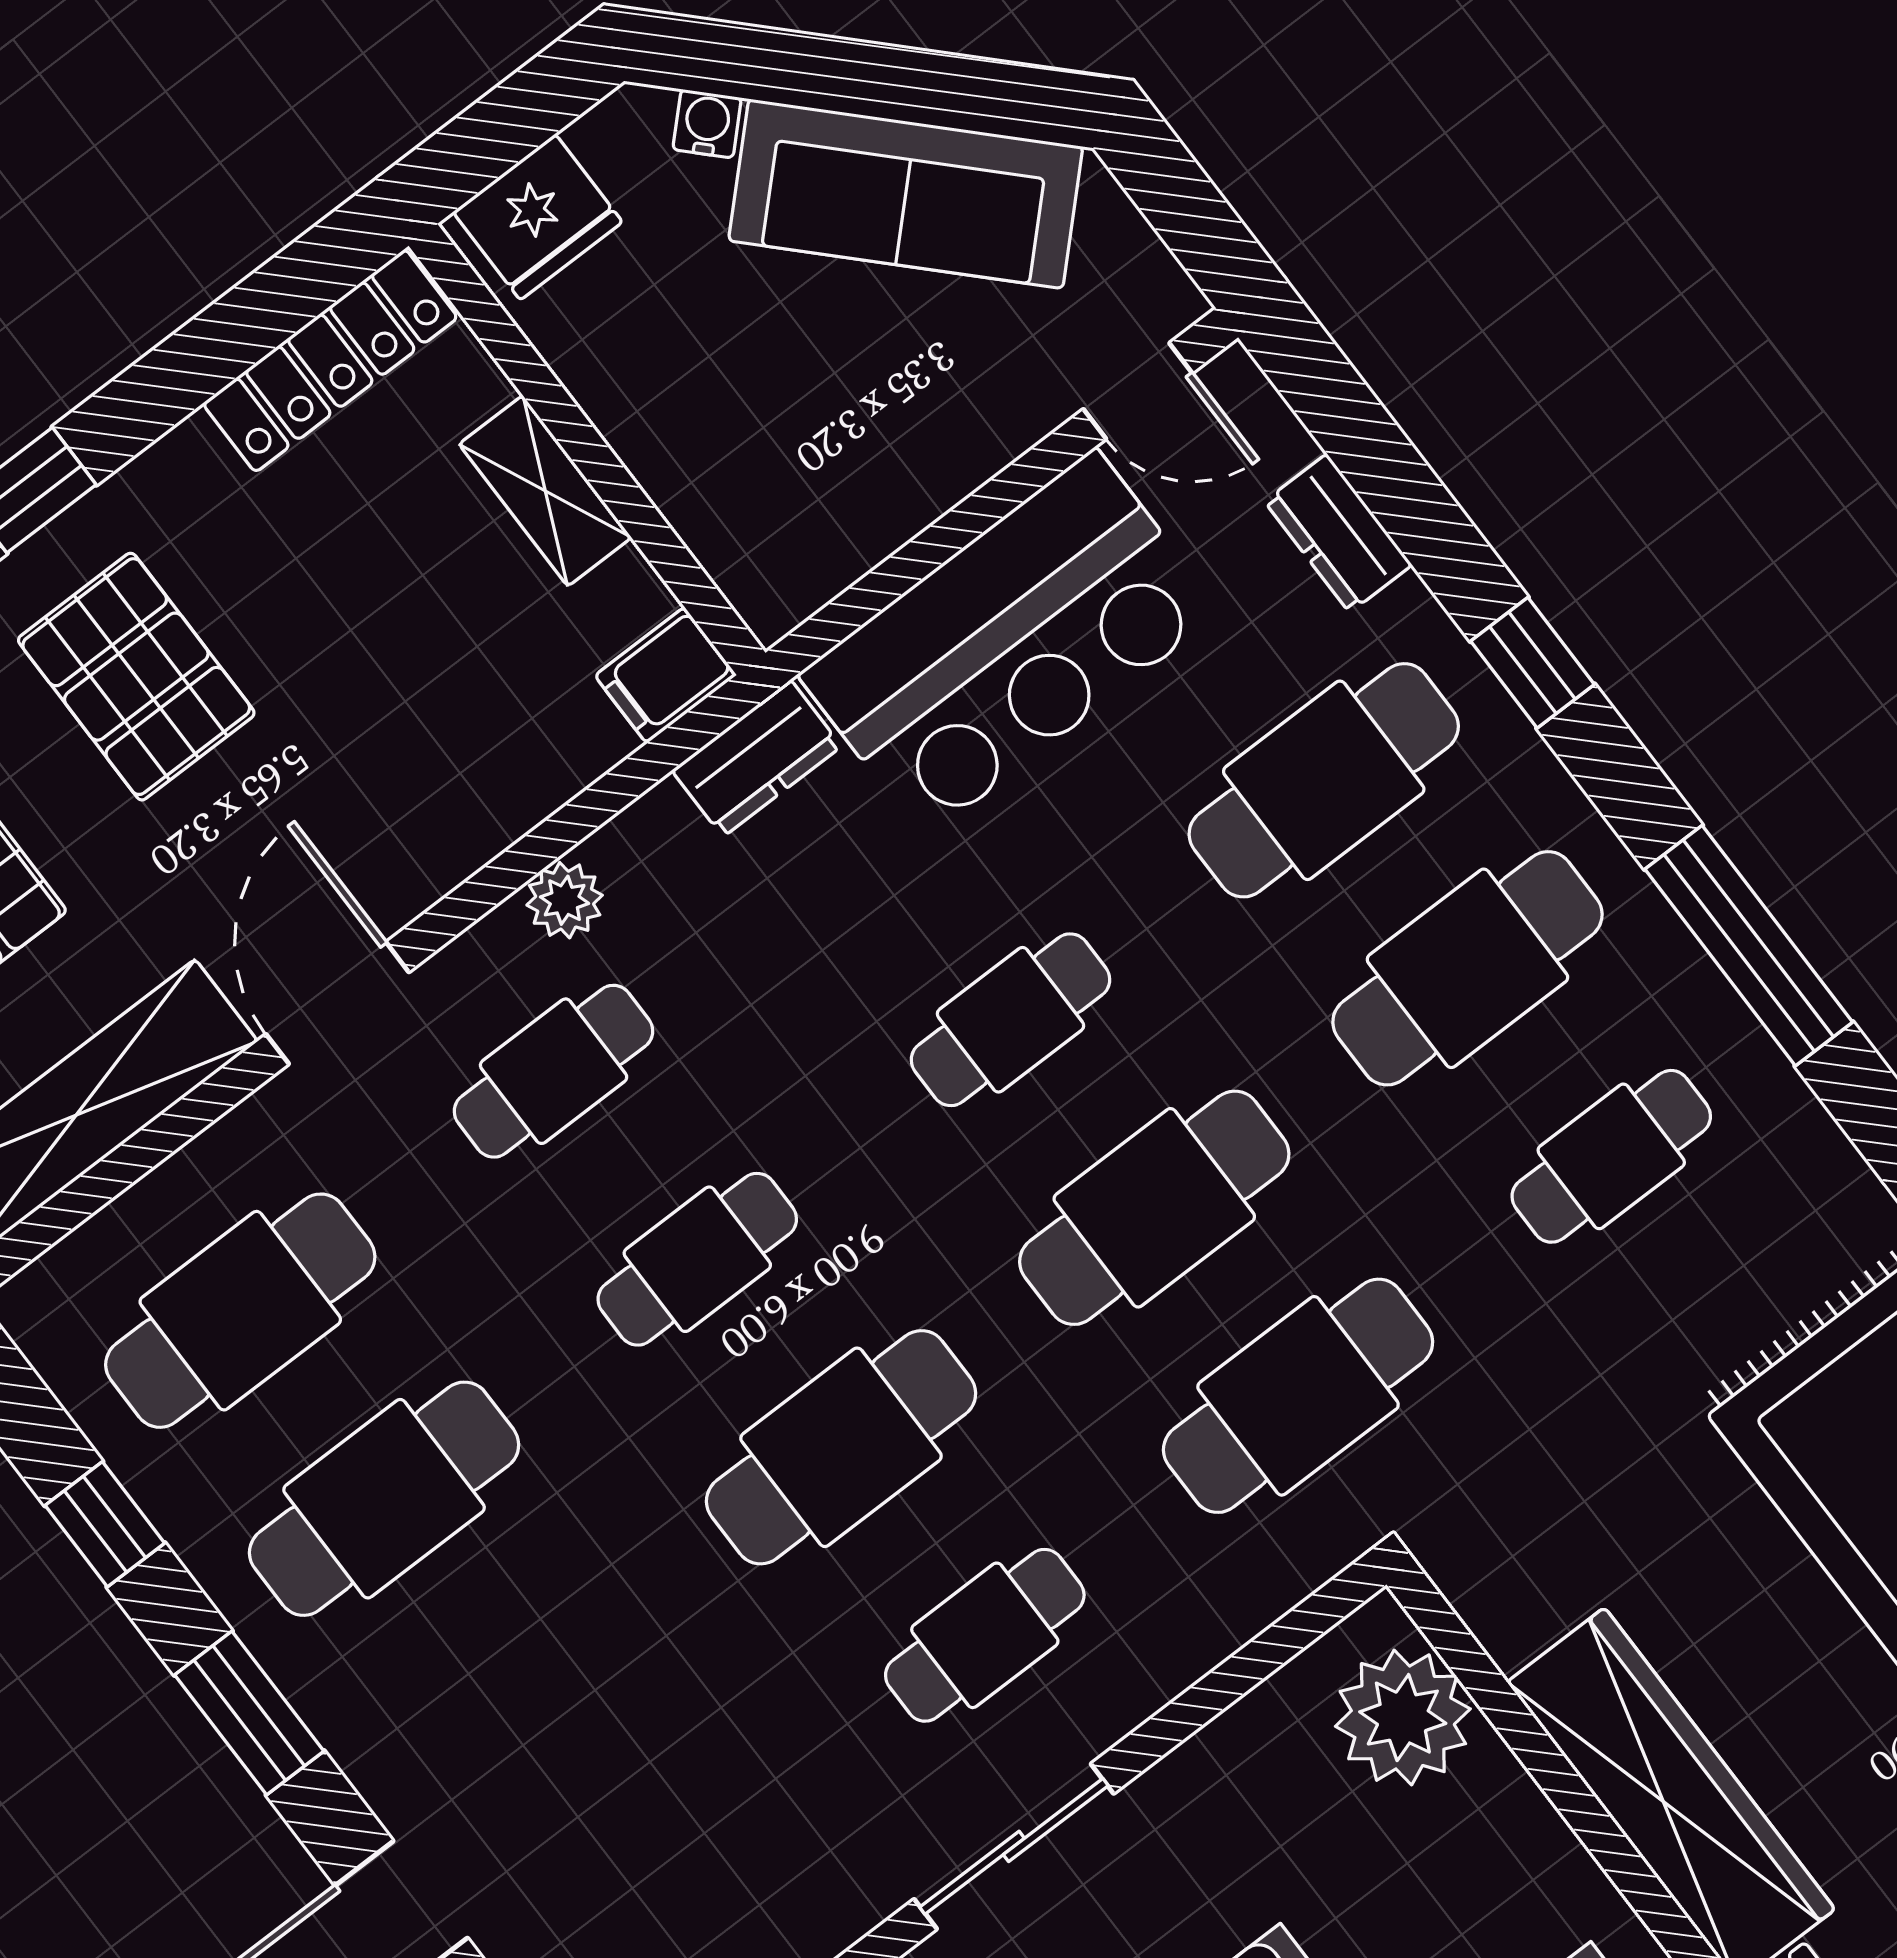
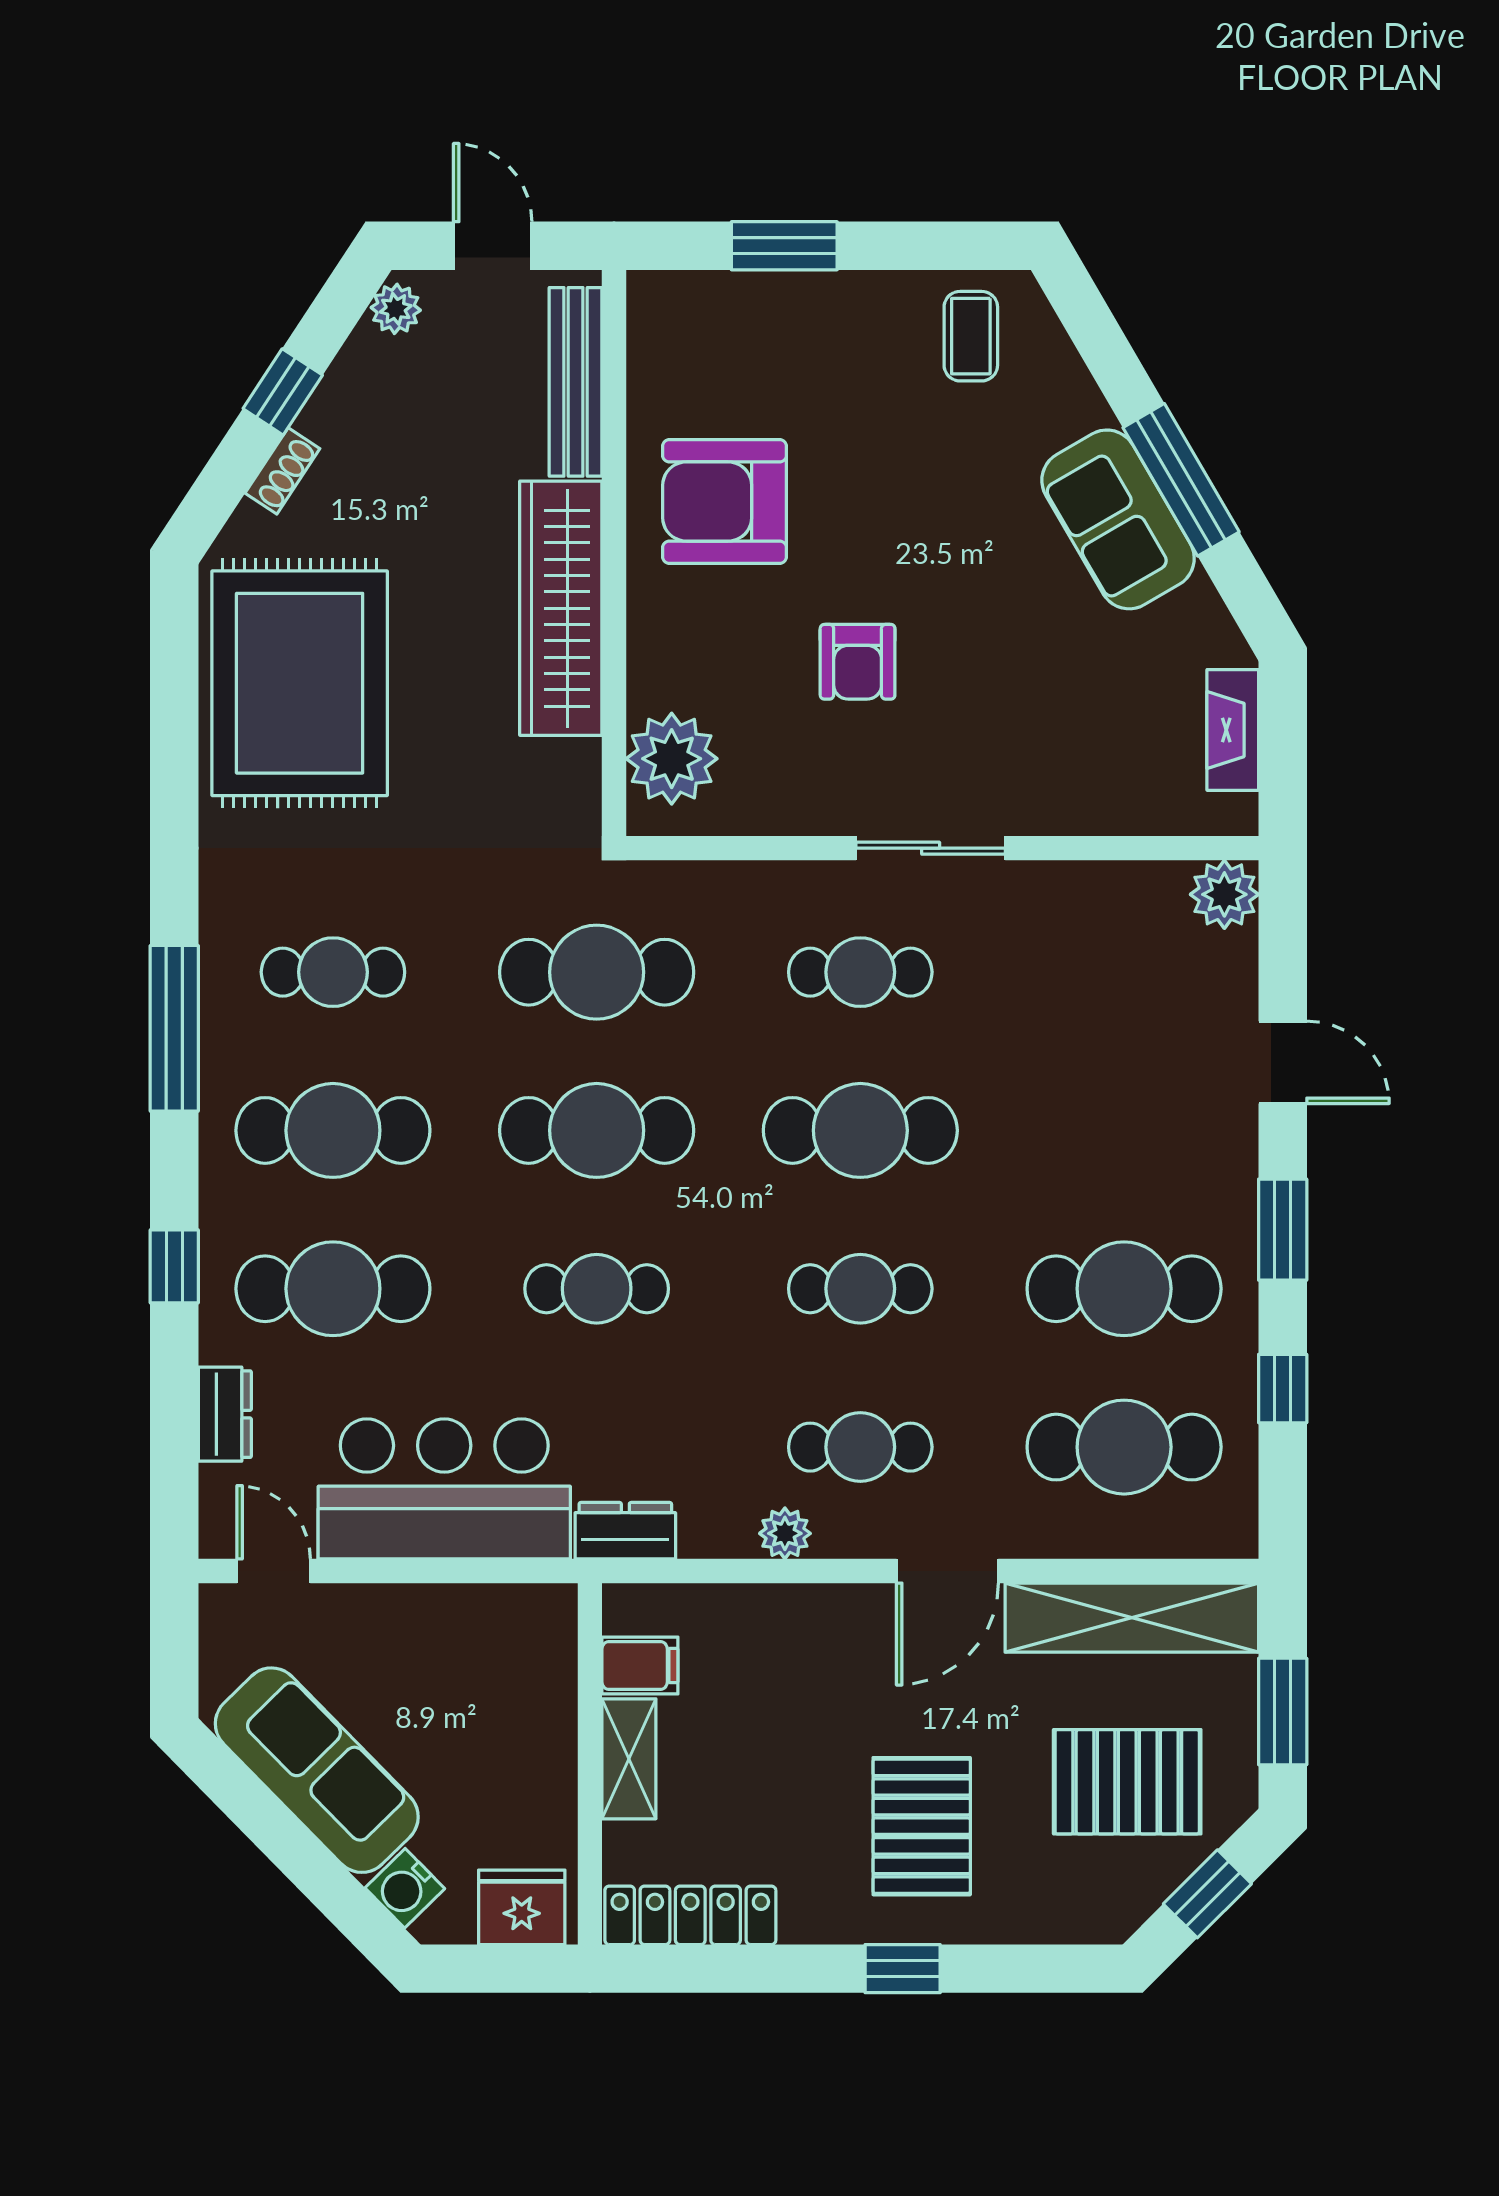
water cooler: (707, 124) -> (405, 1888), width x1.38, depth x1.38
filing cabinet: (665, 675) -> (640, 1666), moved

